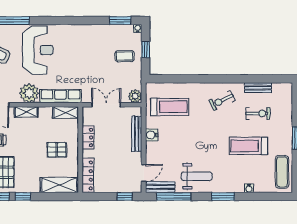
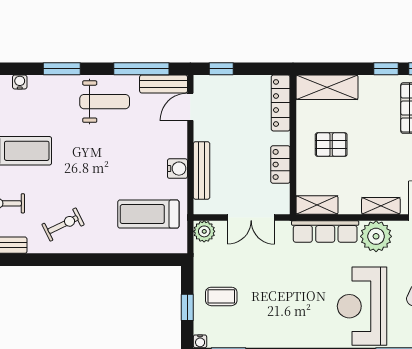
weight bench: (197, 176) -> (105, 102), turned 180

